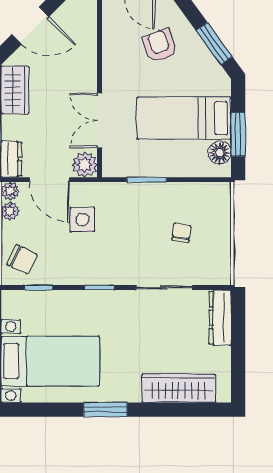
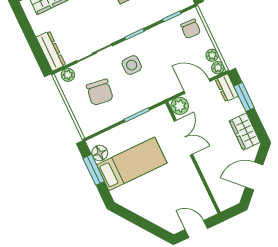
window: (214, 44) -> (135, 219), removed
armchair: (160, 46) -> (168, 201), removed
side table: (82, 220) -> (132, 65), moved
chair: (181, 233) -> (100, 92), width x1.87, depth x1.87
chair: (22, 259) -> (191, 29), turned -113
plant: (213, 276) -> (68, 75), added

